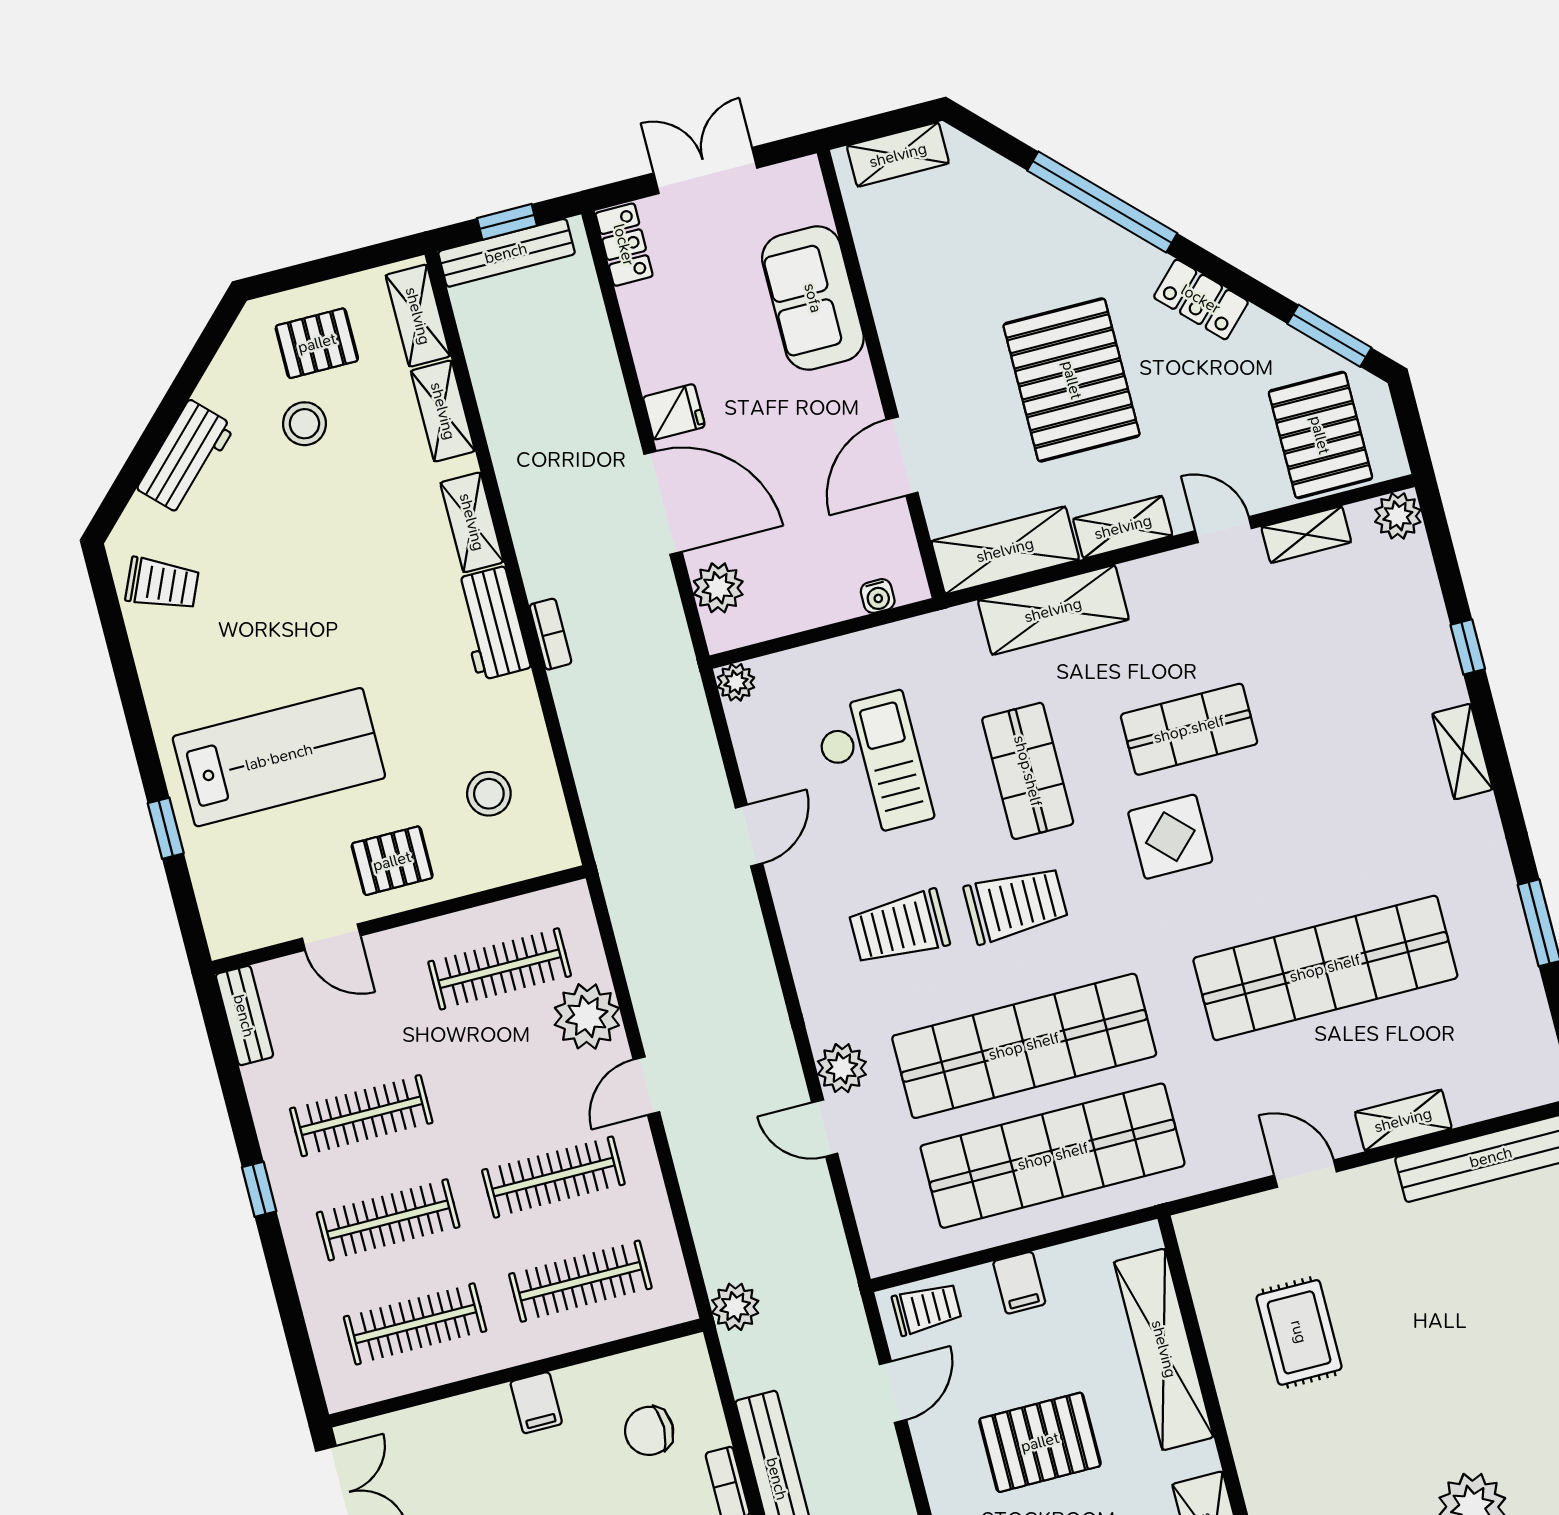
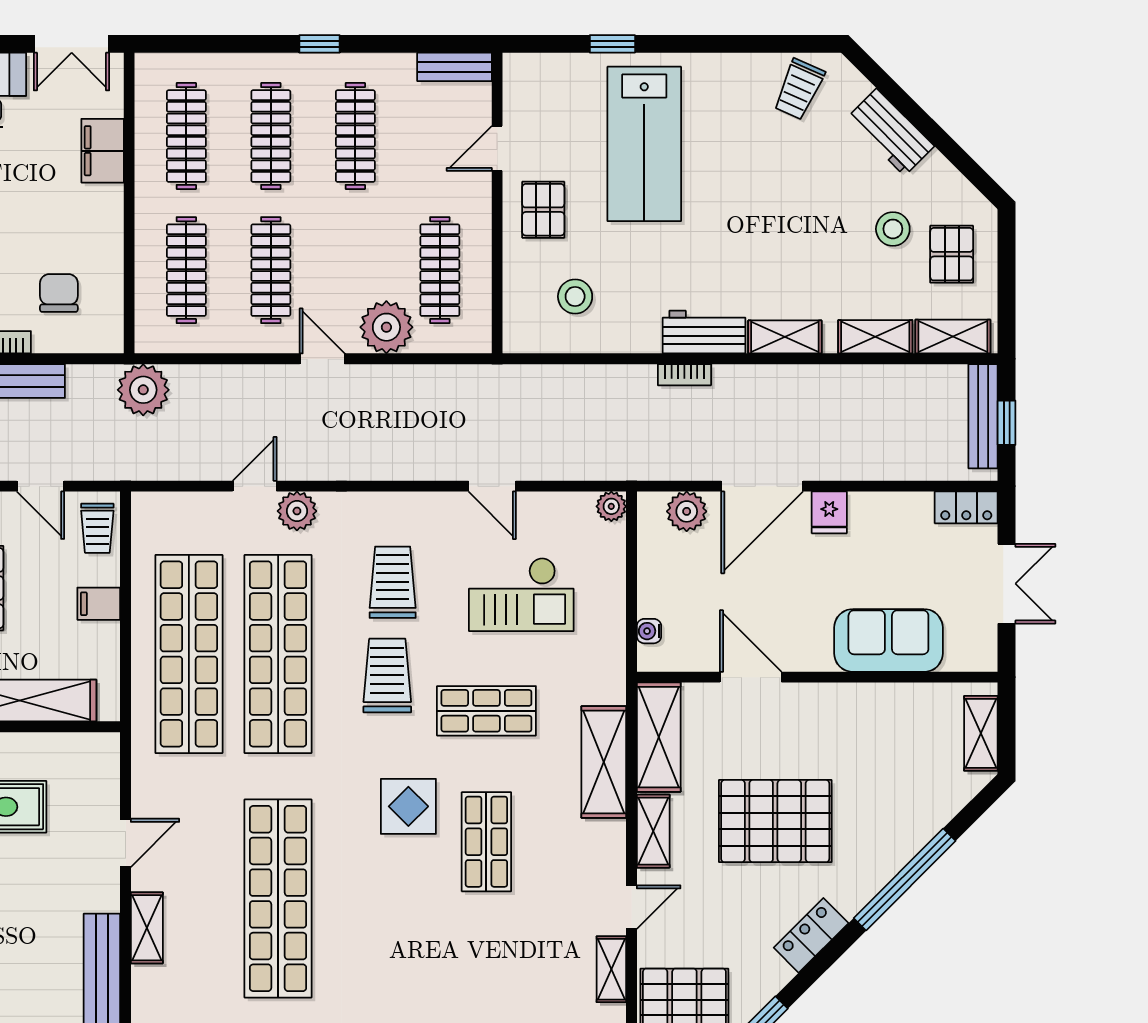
trolley: (1016, 904) -> (387, 676), turned 180
plant: (735, 1307) -> (143, 390), width x1.36, depth x1.36
filing cabinet: (536, 1403) -> (103, 151), moved, width x2.00

